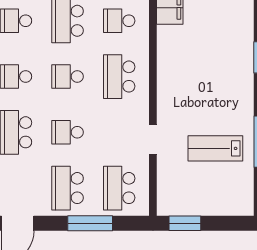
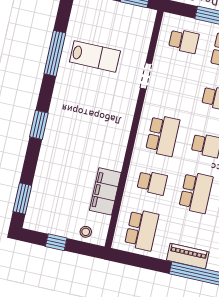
school desk: (119, 188) -> (184, 41), width x0.54

